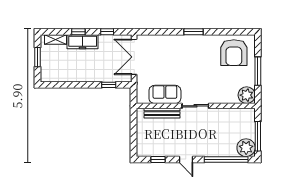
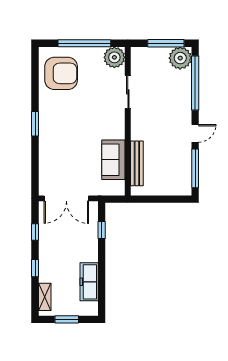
freezer: (83, 42) -> (89, 282), moved, turned 180
window: (258, 71) -> (84, 43), width x1.46
sliding door: (195, 106) -> (128, 92), moved
window: (158, 160) -> (195, 168), width x2.17

